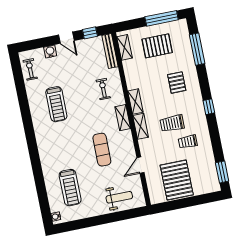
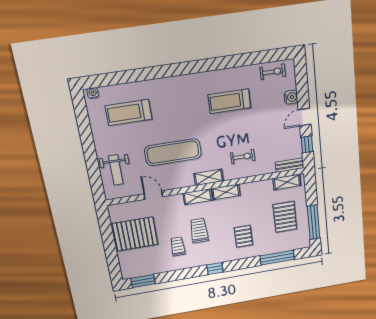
bench: (110, 51) -> (290, 165), width x0.73
pallet: (177, 83) -> (243, 236), turned 90
exercise mat: (102, 150) -> (173, 152), width x1.36, depth x1.45

